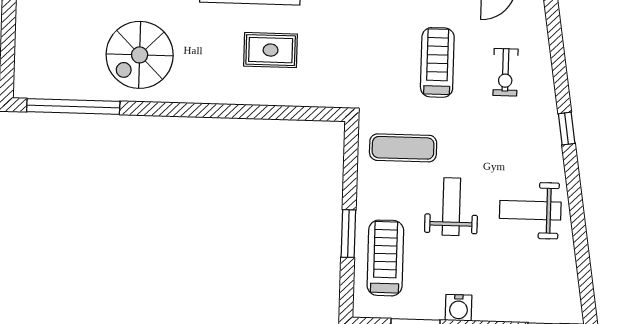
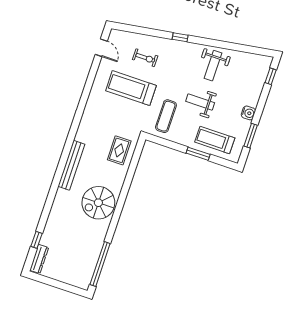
rug: (271, 50) -> (119, 150), moved
spiral stairs: (140, 55) -> (98, 203), moved, turned 90
treadmill: (437, 62) -> (131, 88), width x1.37, depth x1.38

